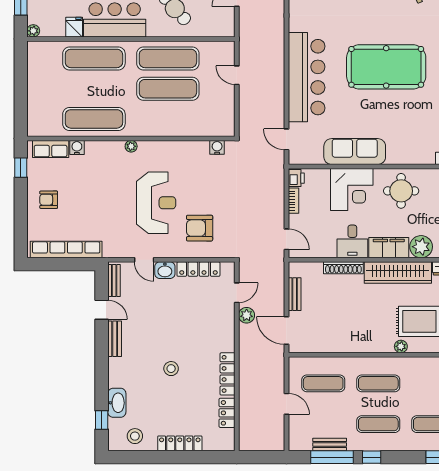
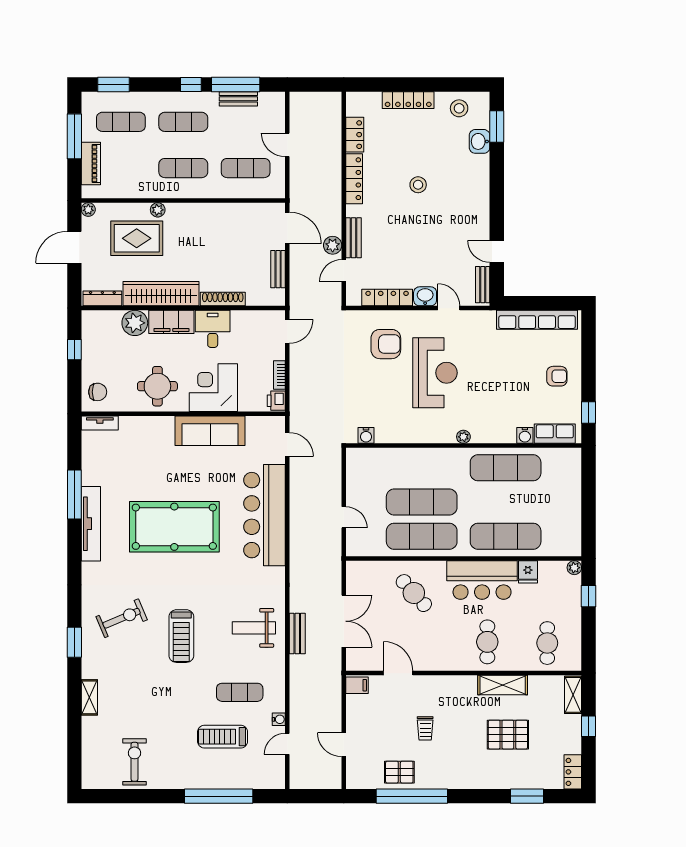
reception desk: (156, 203) -> (435, 373), turned 180
door: (286, 239) -> (287, 331), swing flipped
bench: (115, 339) -> (354, 238), moved
washbasin: (117, 403) -> (480, 141), width x0.72
window: (102, 420) -> (497, 127), width x1.50

